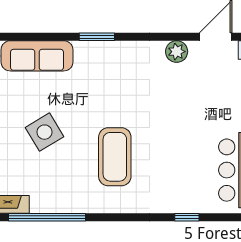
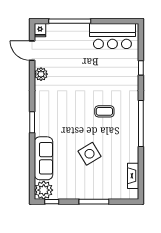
coffee table: (115, 157) -> (104, 111), width x0.54, depth x0.58
window: (47, 217) -> (141, 124), moved

